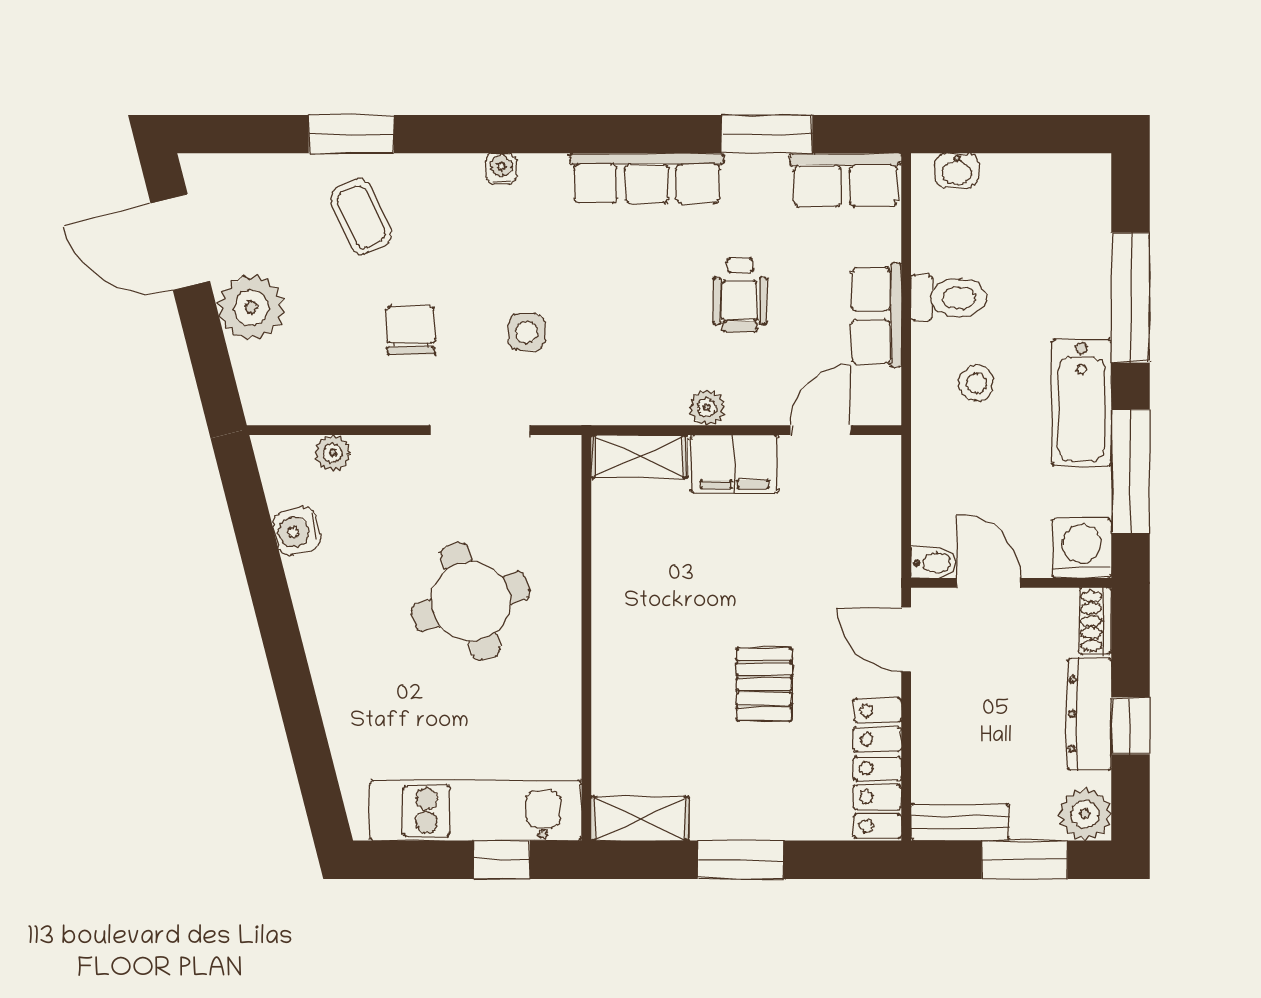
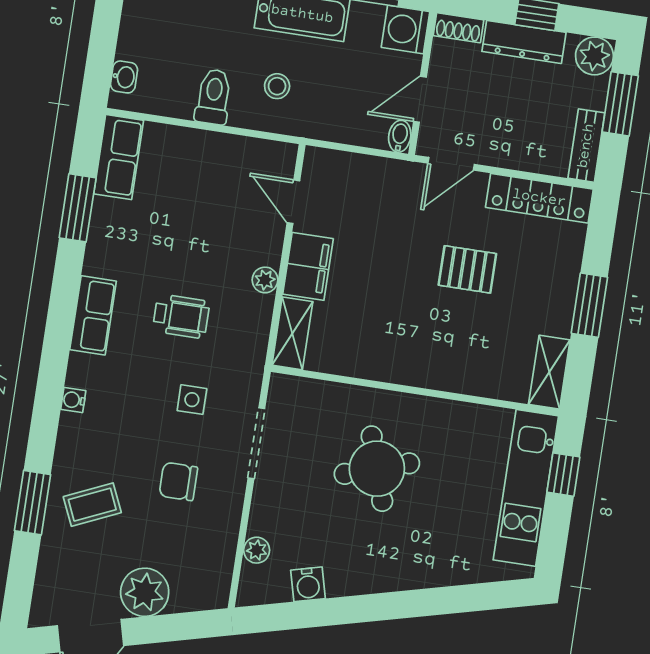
row of seats: (647, 178) -> (93, 315), width x0.68
wheelchair: (740, 295) -> (181, 316), moved
row of seats: (876, 315) -> (218, 150), removed

